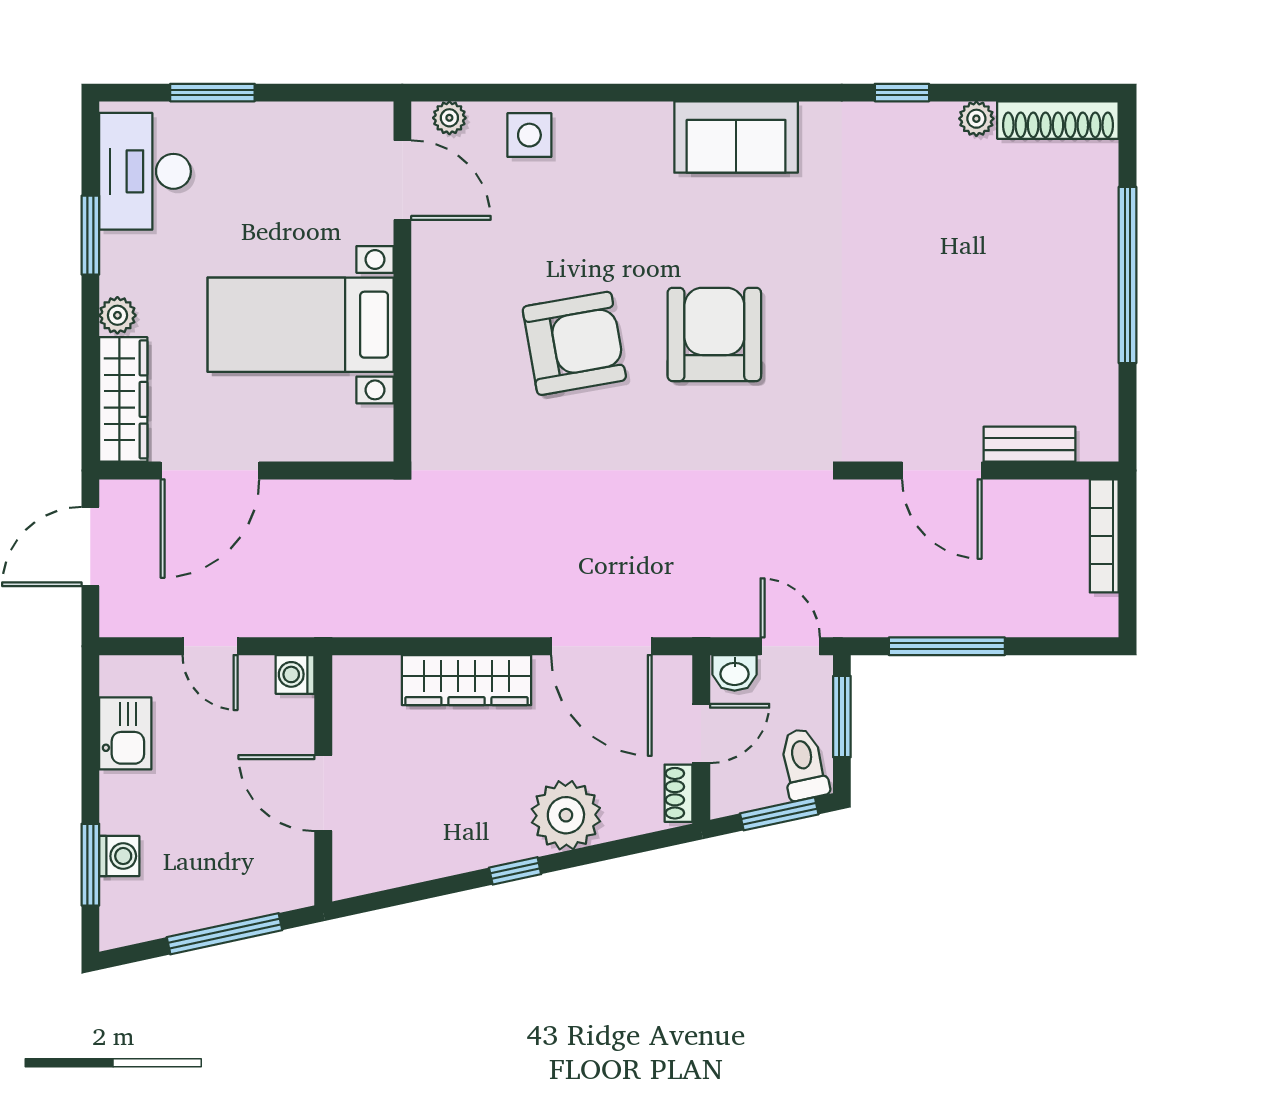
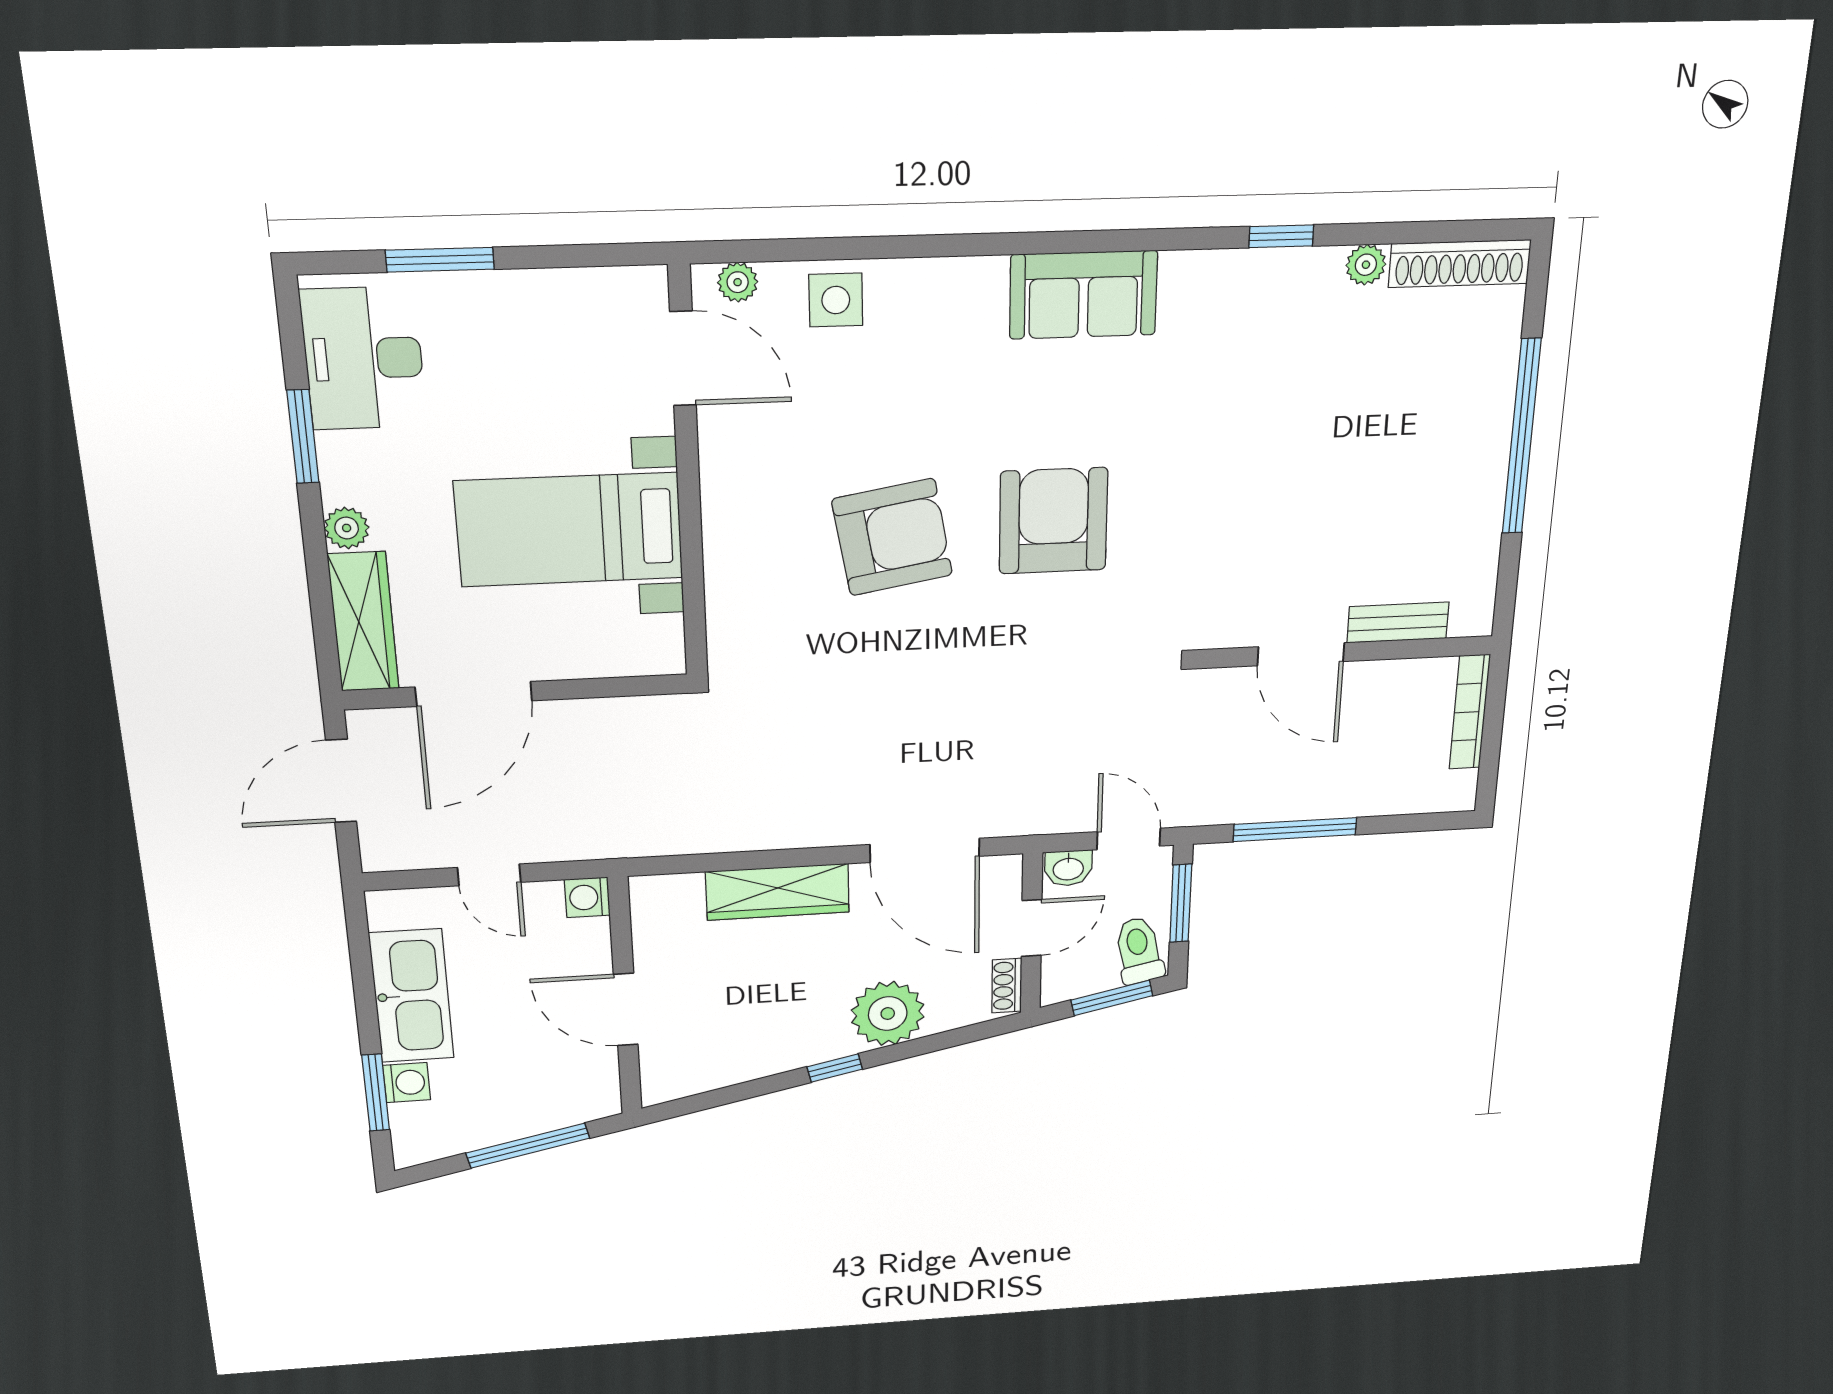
kitchen sink: (125, 733) -> (412, 996), width x1.87, depth x1.24

